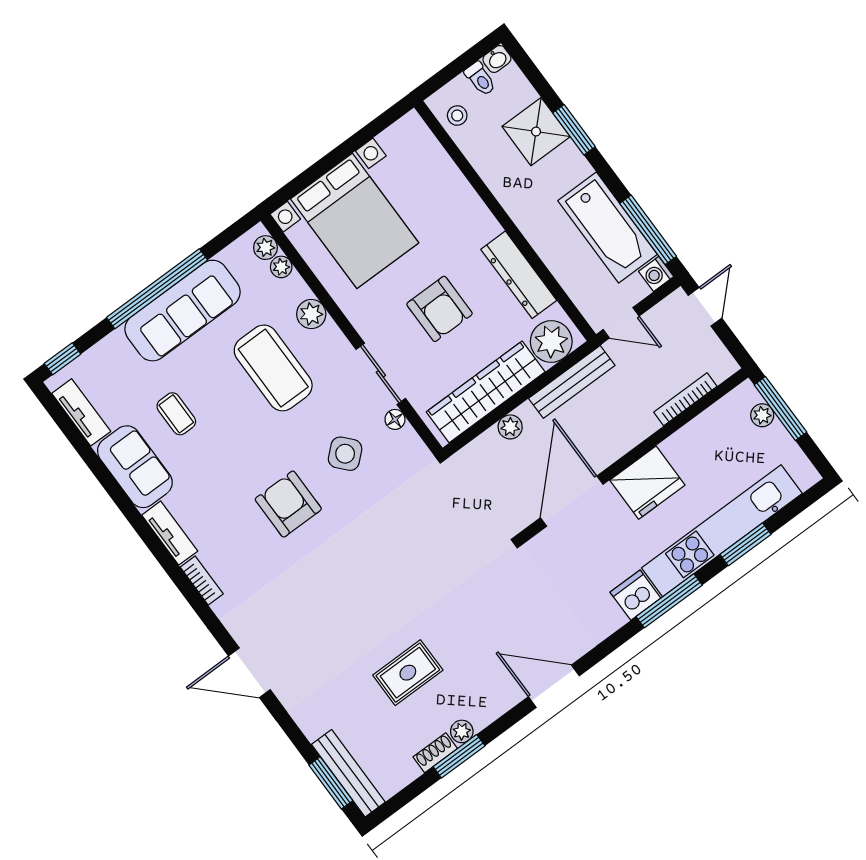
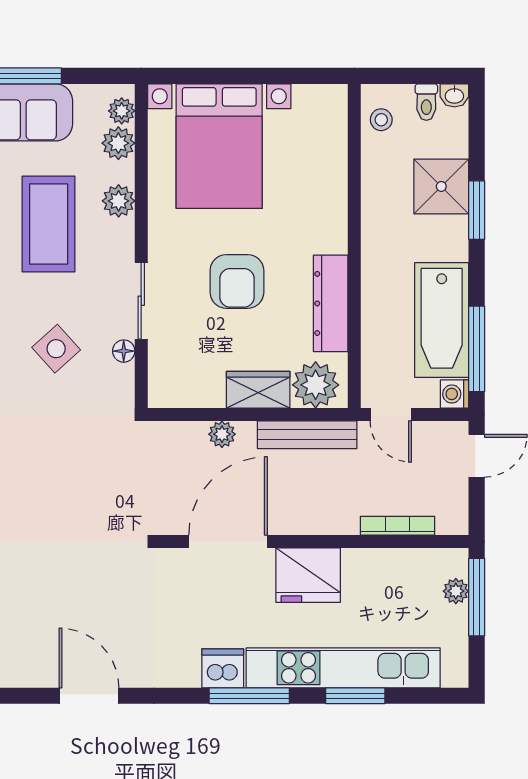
plant: (281, 267) -> (118, 143), width x1.38, depth x1.38
wardrobe: (486, 392) -> (258, 390), width x0.48, depth x0.85

